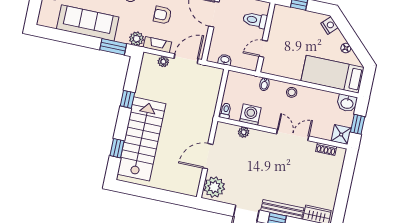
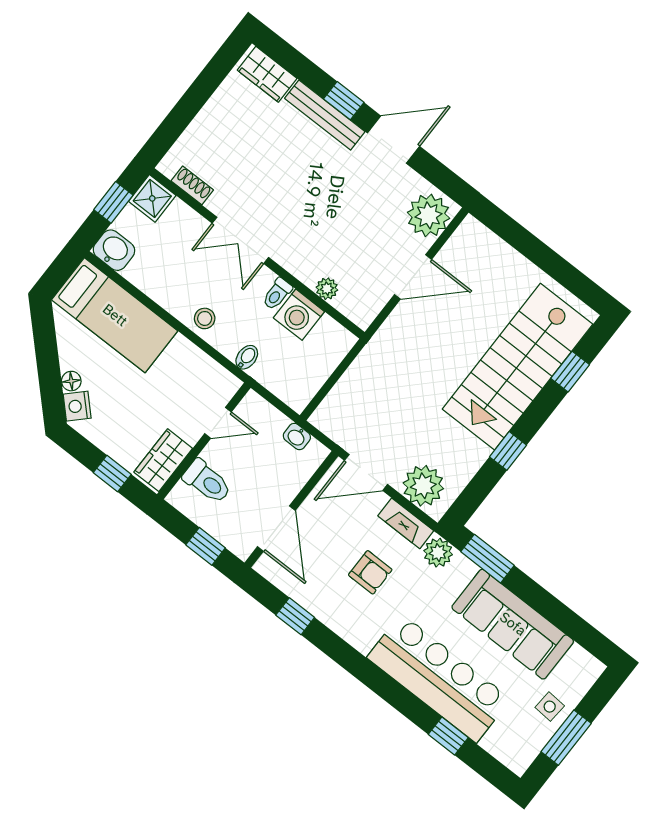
wardrobe: (279, 20) -> (163, 460), added
floor lamp: (346, 48) -> (71, 381), moved
plant: (163, 62) -> (423, 486), width x1.88, depth x1.88
toilet: (226, 111) -> (277, 294), moved

